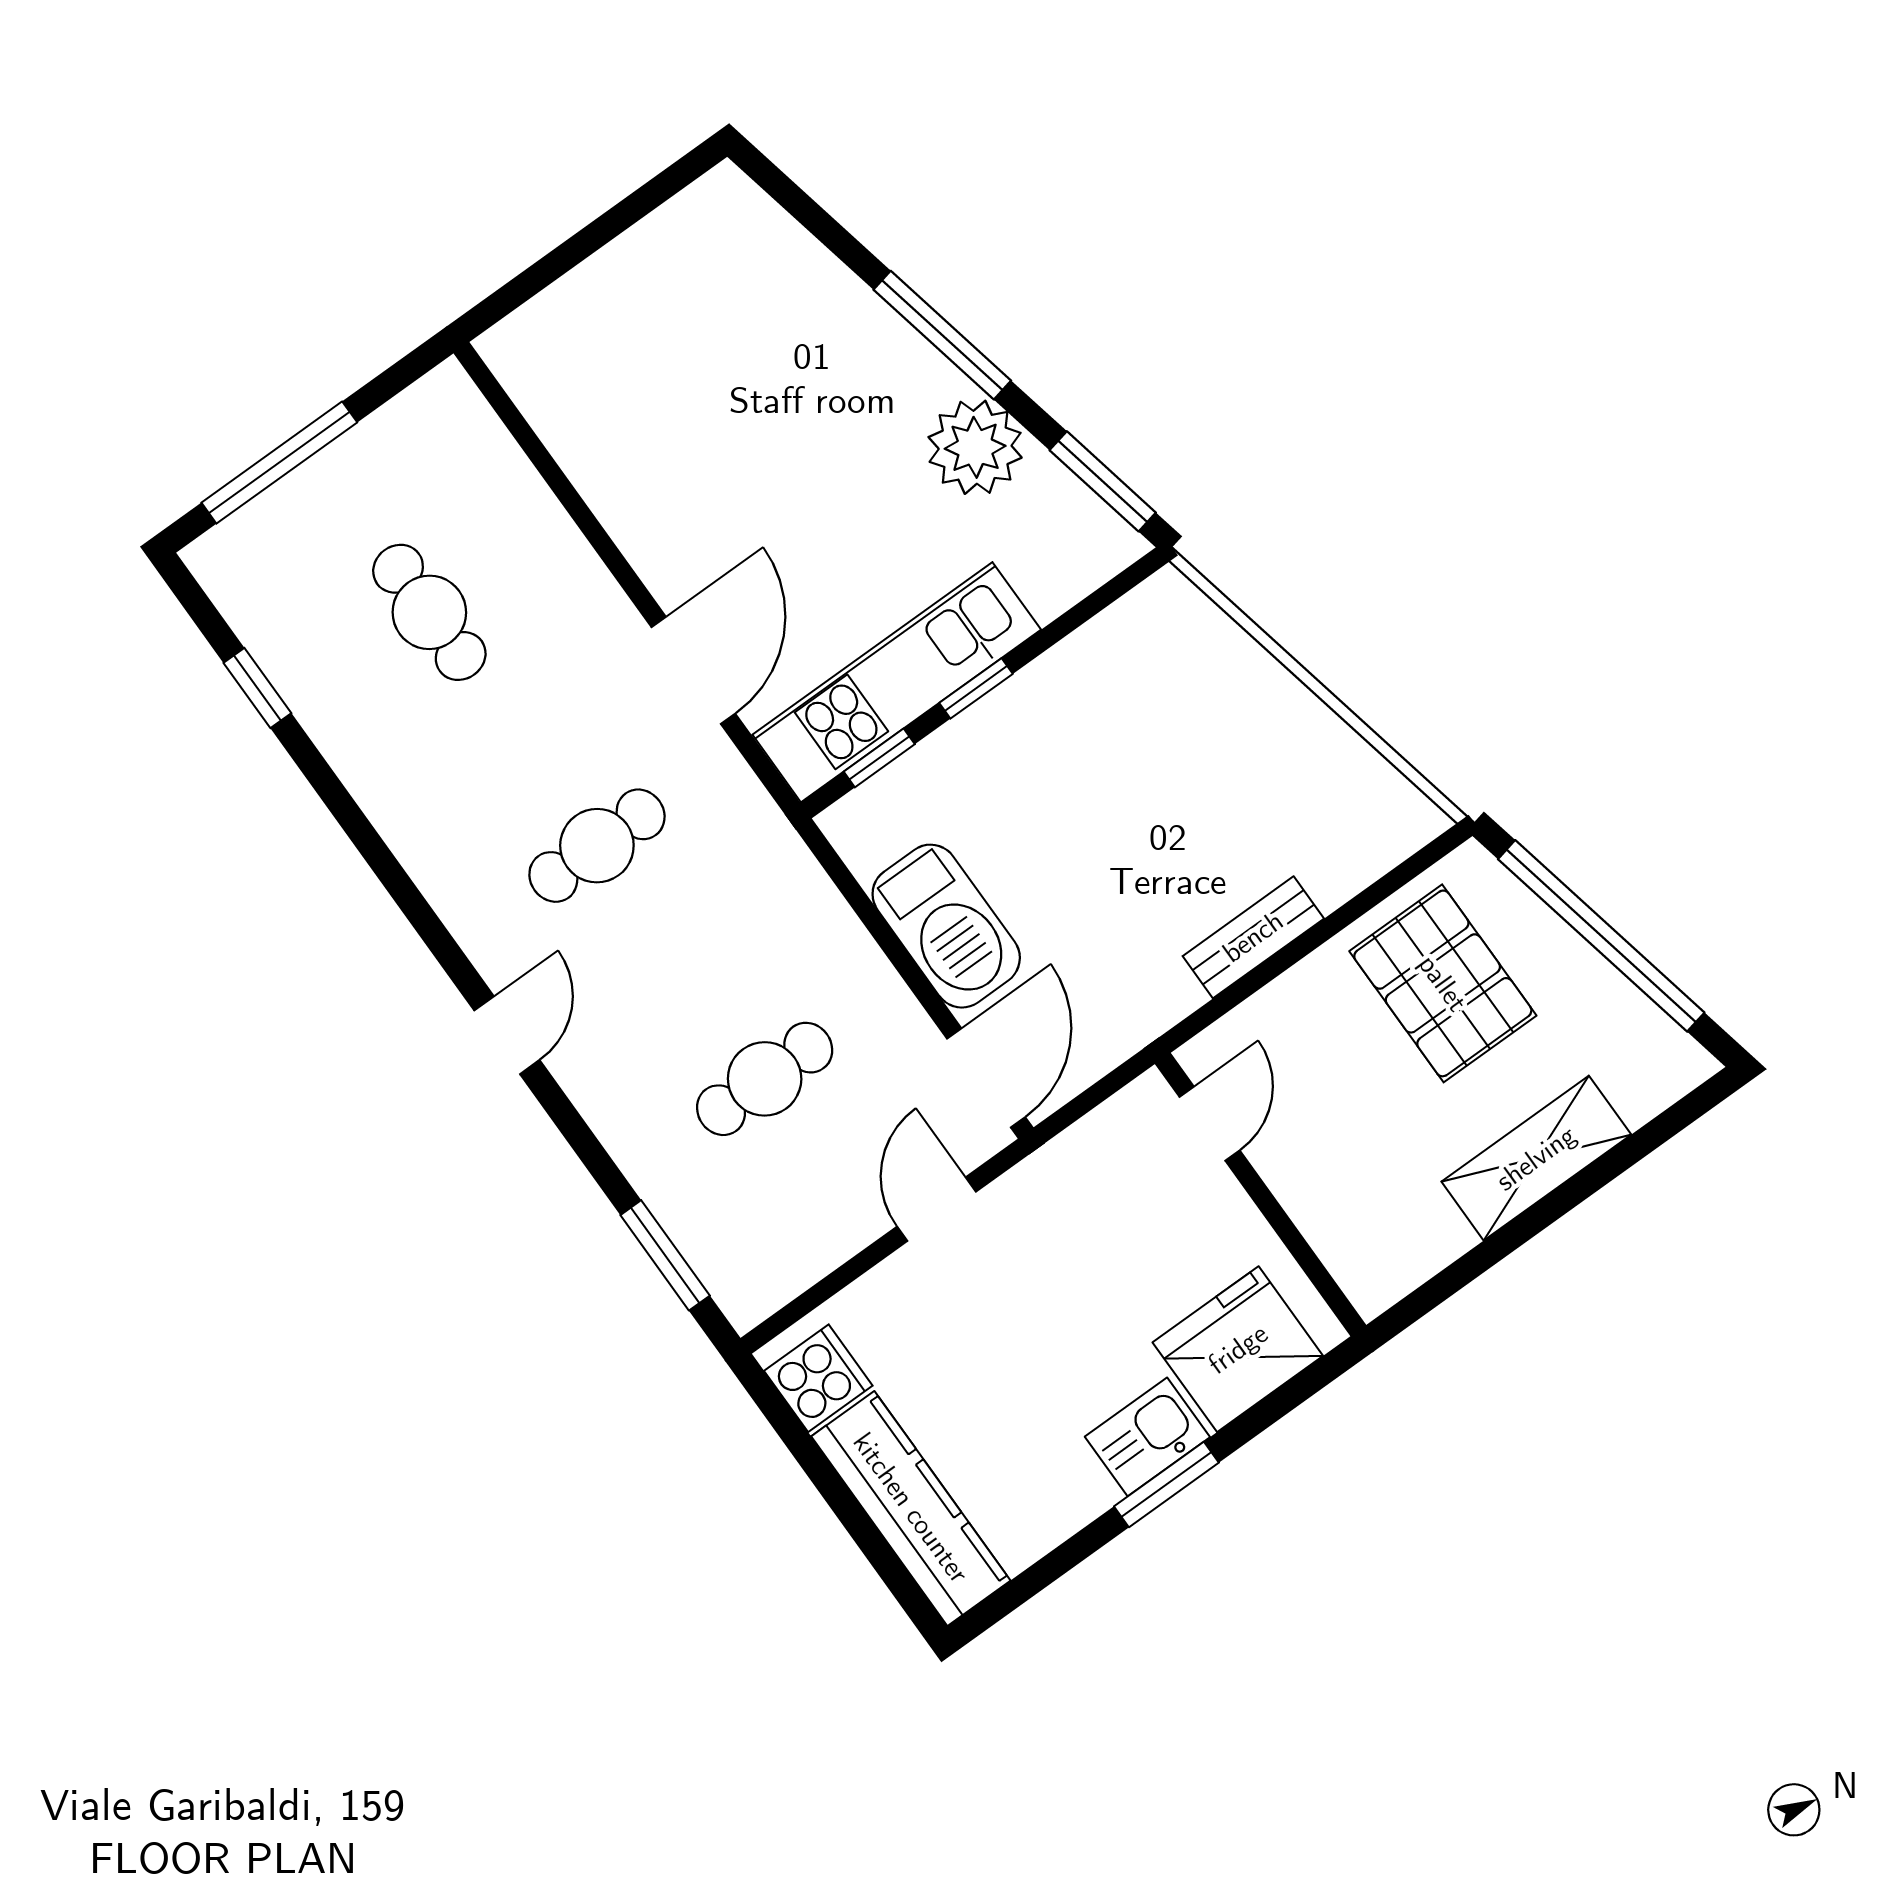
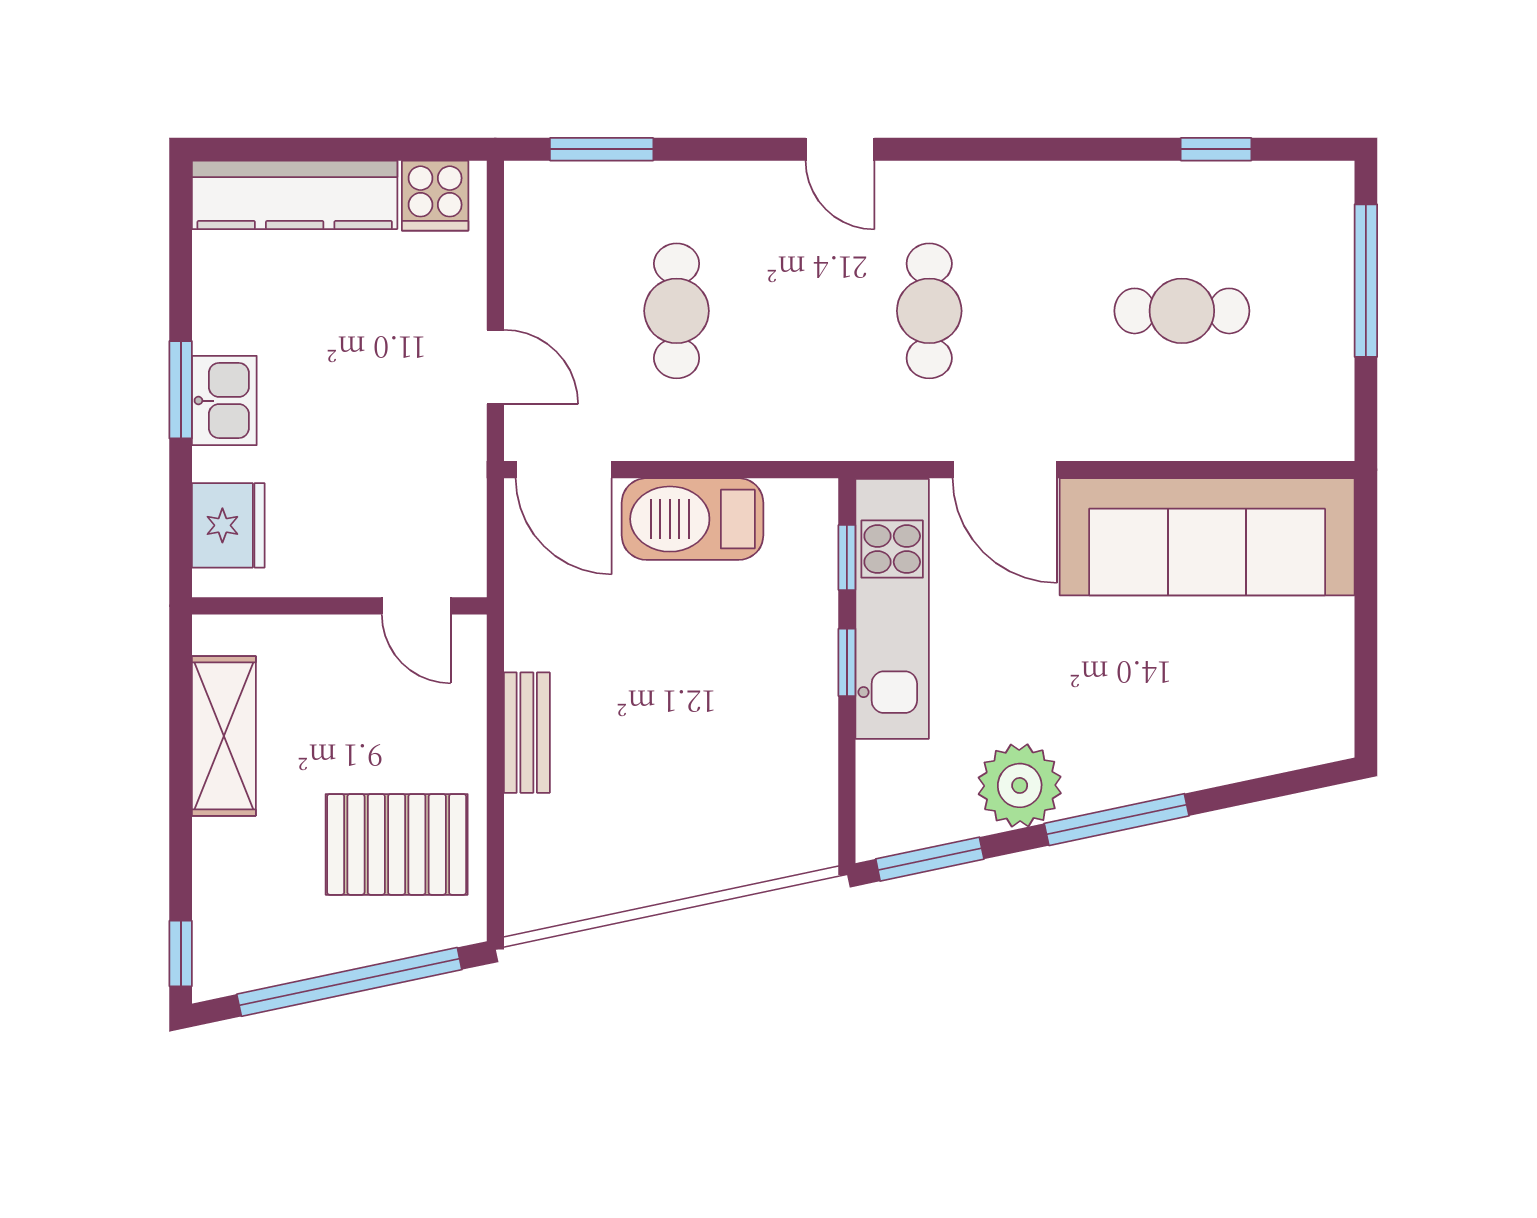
sofa: (621, 439) -> (1207, 537), added
window: (1687, 1110) -> (181, 954), added
shelving: (1536, 1158) -> (224, 736), moved
fridge: (1238, 1349) -> (228, 525), width x0.73, depth x0.75

